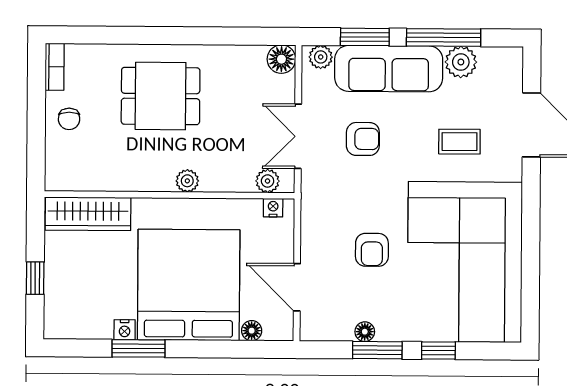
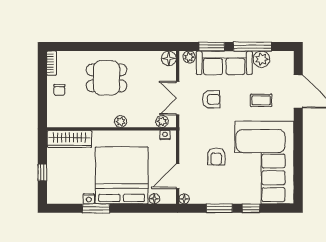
door: (297, 287) -> (178, 176), hinge flipped
floor lamp: (365, 332) -> (184, 199), moved

